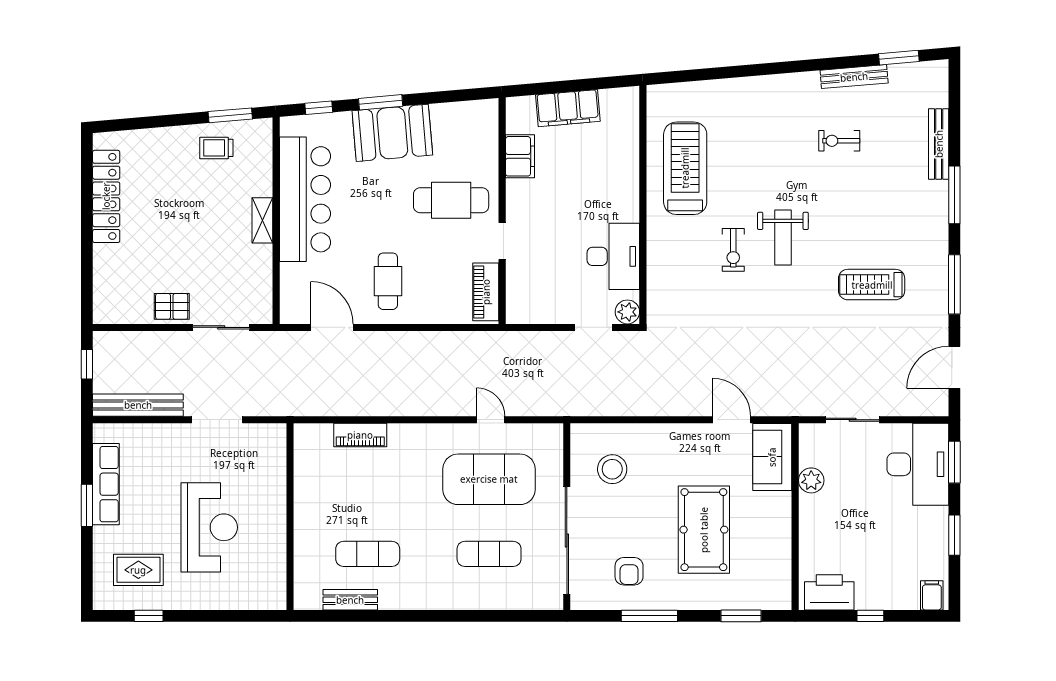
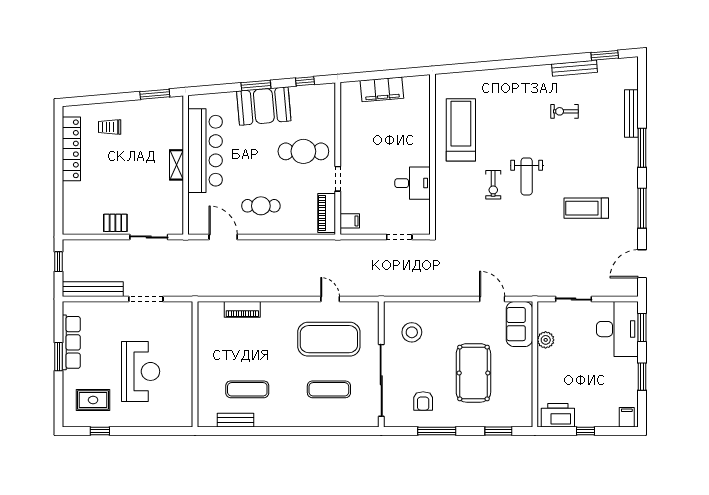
window: (319, 108) -> (305, 81), moved
trolley: (216, 148) -> (110, 127), moved
filing cabinet: (520, 156) -> (350, 221), moved, width x0.50
desk: (613, 256) -> (413, 183), width x0.73
cafe table: (388, 281) -> (261, 206), turned 90
plant: (627, 312) -> (422, 227), removed

